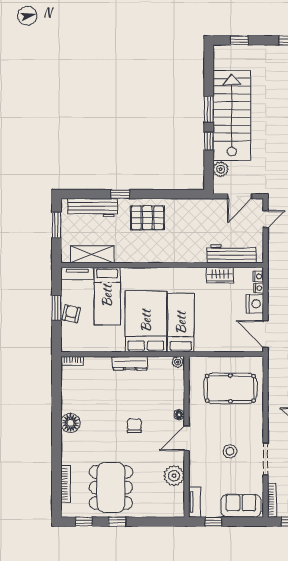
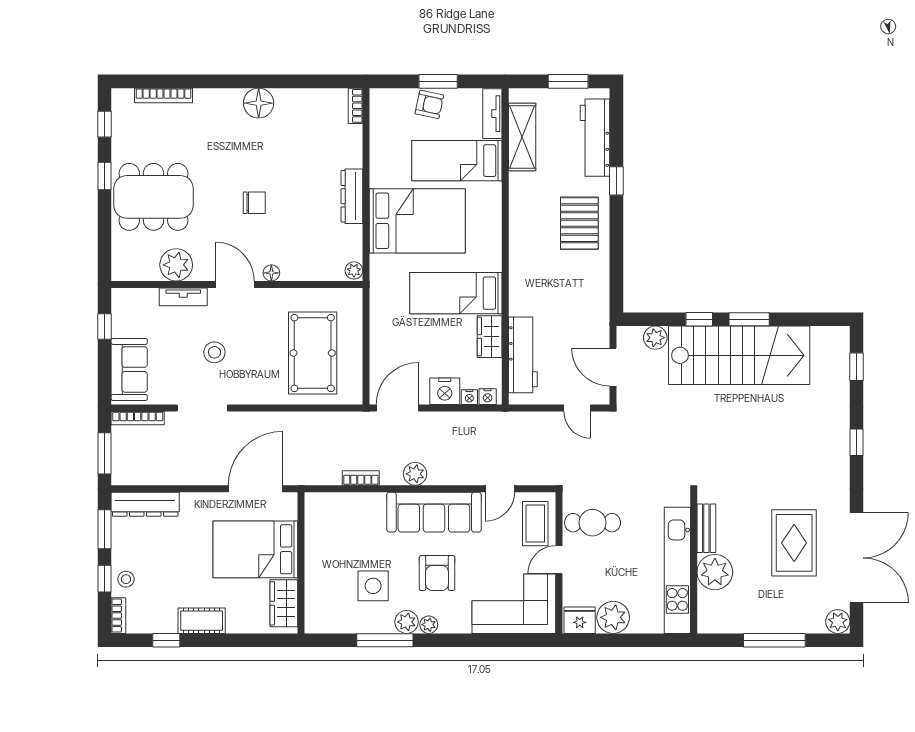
bed: (181, 323) -> (456, 293), moved, turned 180
dining table: (111, 488) -> (154, 197), moved
tv unit: (194, 502) -> (183, 297), moved

